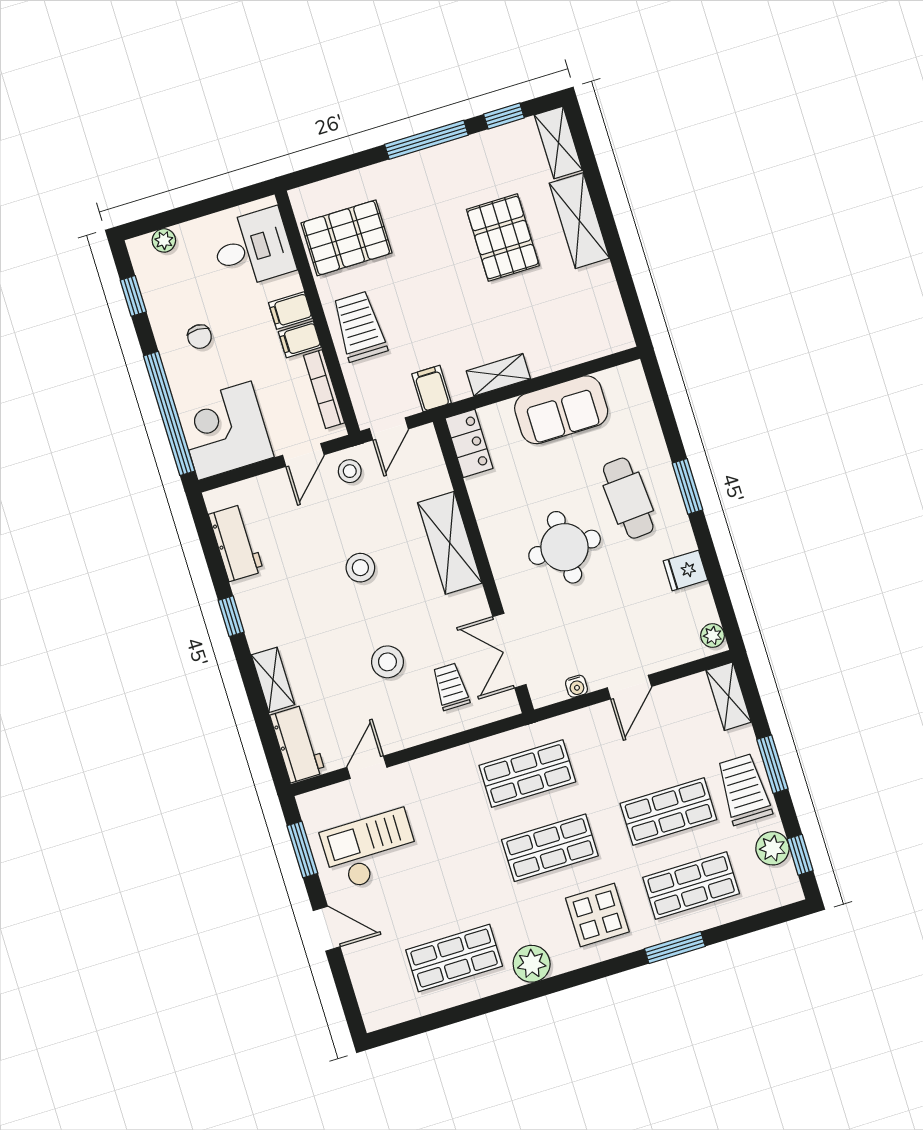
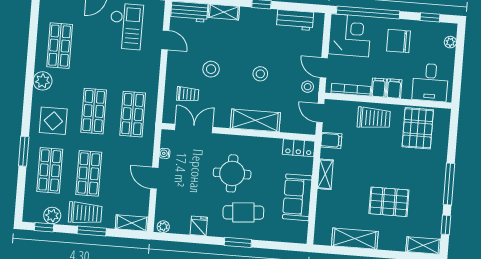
shelving: (579, 221) -> (355, 239), moved
chair: (200, 337) -> (399, 41), width x1.87, depth x1.87

